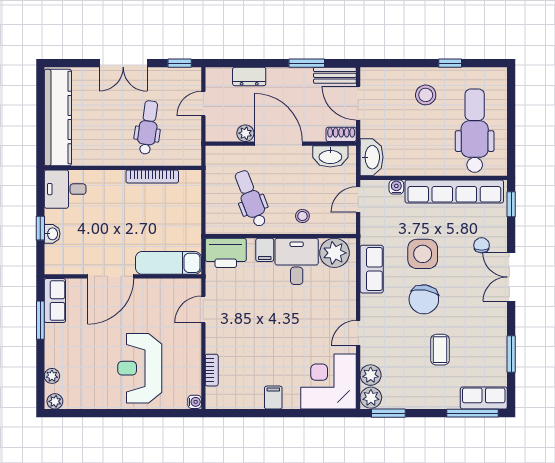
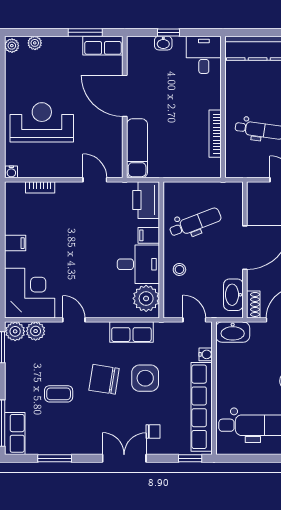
plant: (245, 133) -> (254, 218), removed

